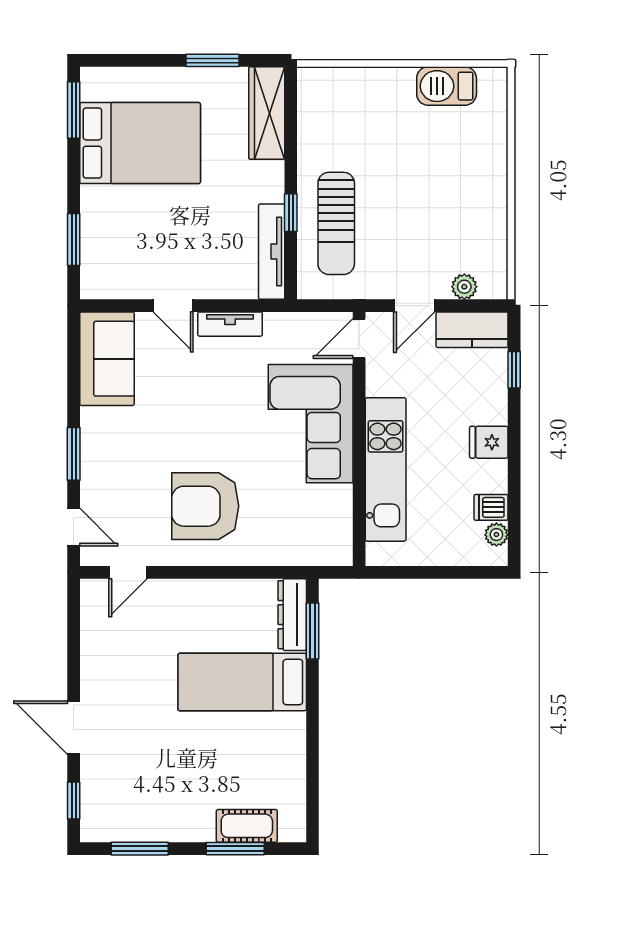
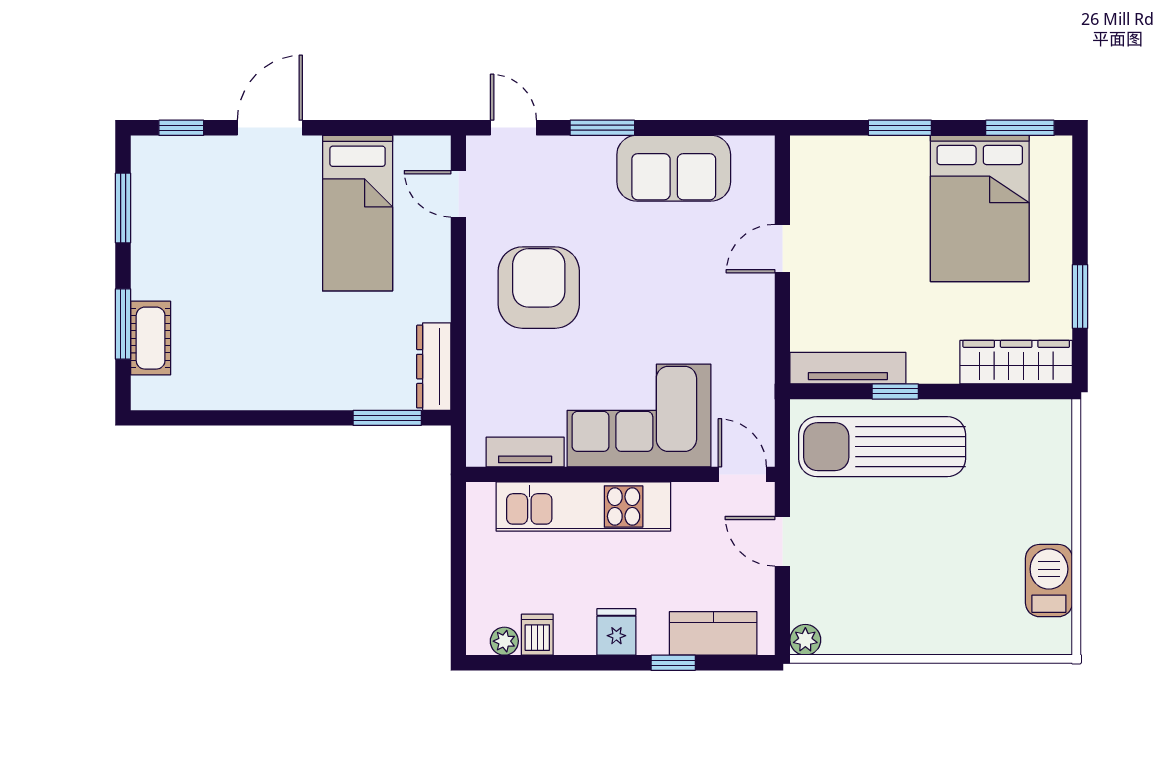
sun lounger: (336, 223) -> (882, 447), width x1.36, depth x1.34
window: (74, 240) -> (900, 128), moved
plant: (464, 287) -> (805, 640), moved
tv unit: (230, 324) -> (525, 452), moved, turned 90
kitchen counter: (472, 330) -> (713, 633), moved, turned 90
sofa: (107, 359) -> (674, 168), moved
window: (514, 370) -> (673, 663), moved
door: (74, 527) -> (513, 128), swing flipped
dresser: (292, 615) -> (434, 367), moved, turned -90
bed: (242, 682) -> (358, 213), moved, turned 180

